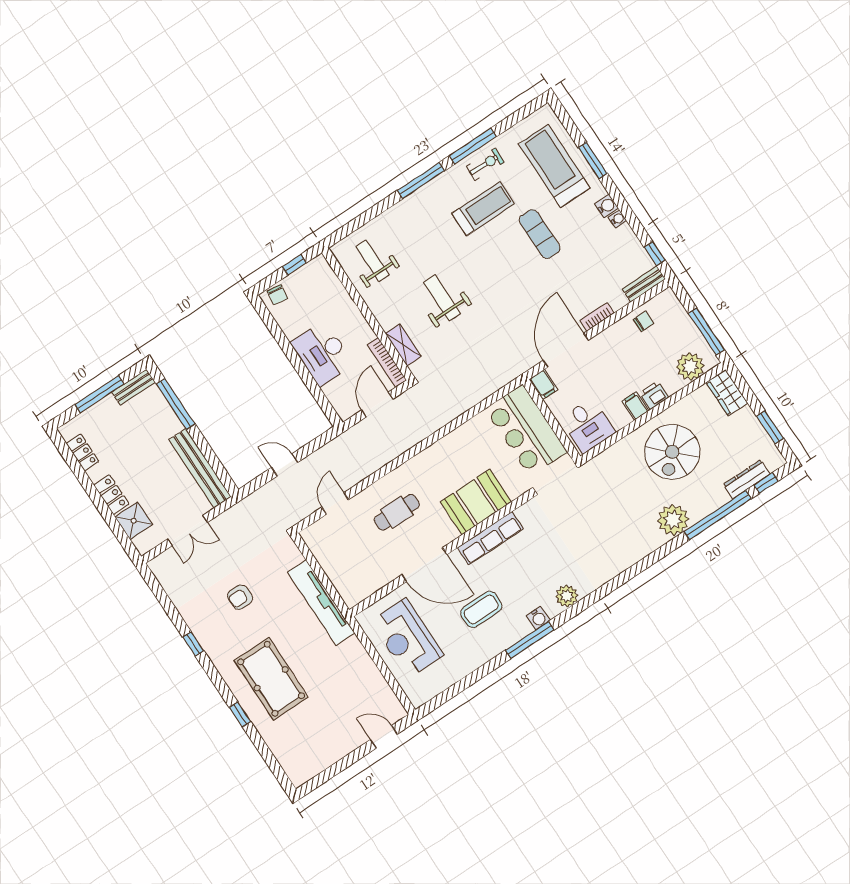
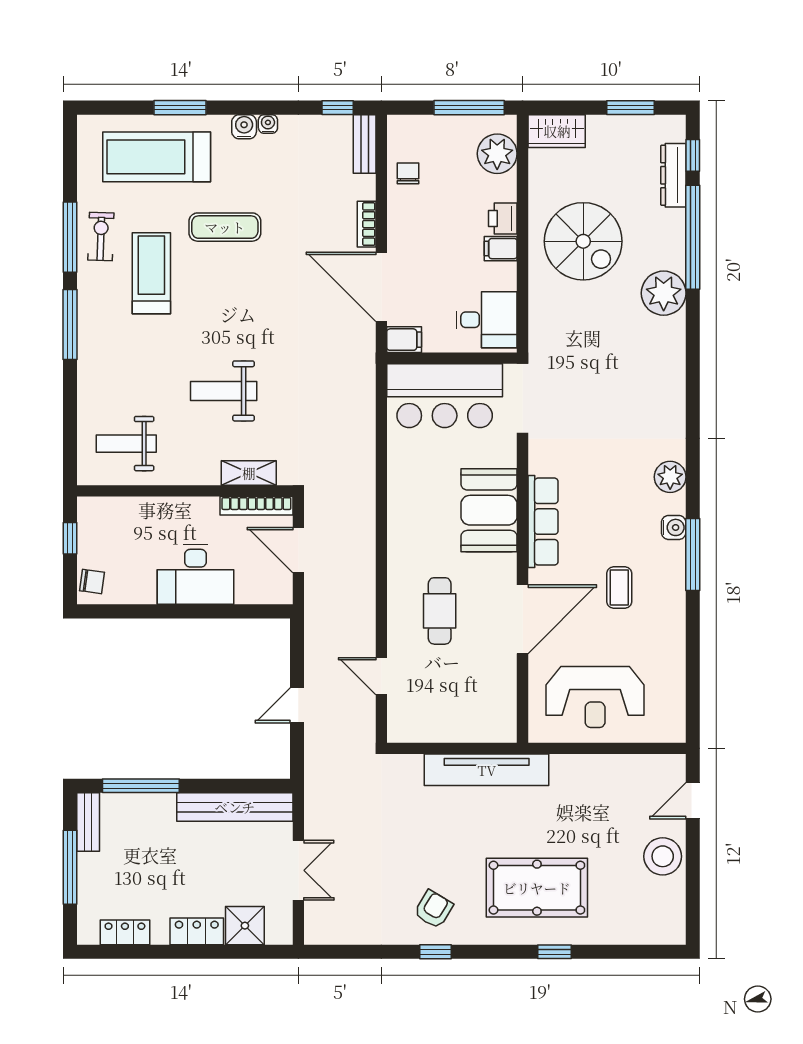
armchair: (240, 597) -> (434, 909), moved, turned -149
coffee table: (481, 609) -> (619, 588), width x0.73, depth x0.77
stool: (339, 741) -> (663, 856), added

